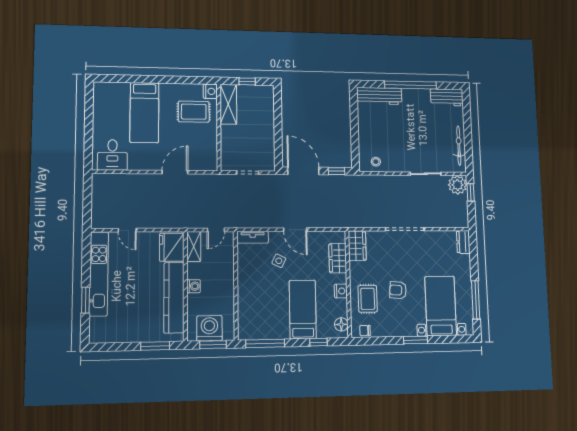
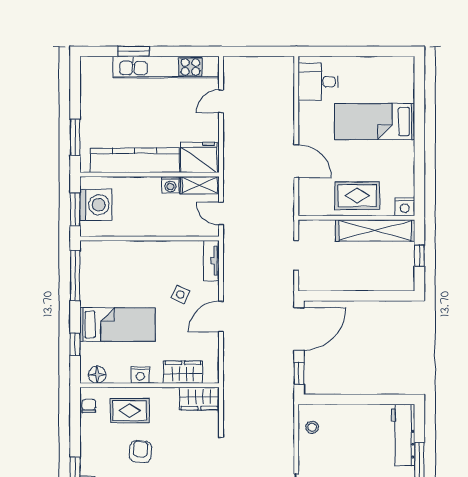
shelving: (228, 104) -> (375, 230), width x1.47
rug: (194, 112) -> (357, 196), moved, turned 90
washing machine: (194, 286) -> (170, 185), moved

